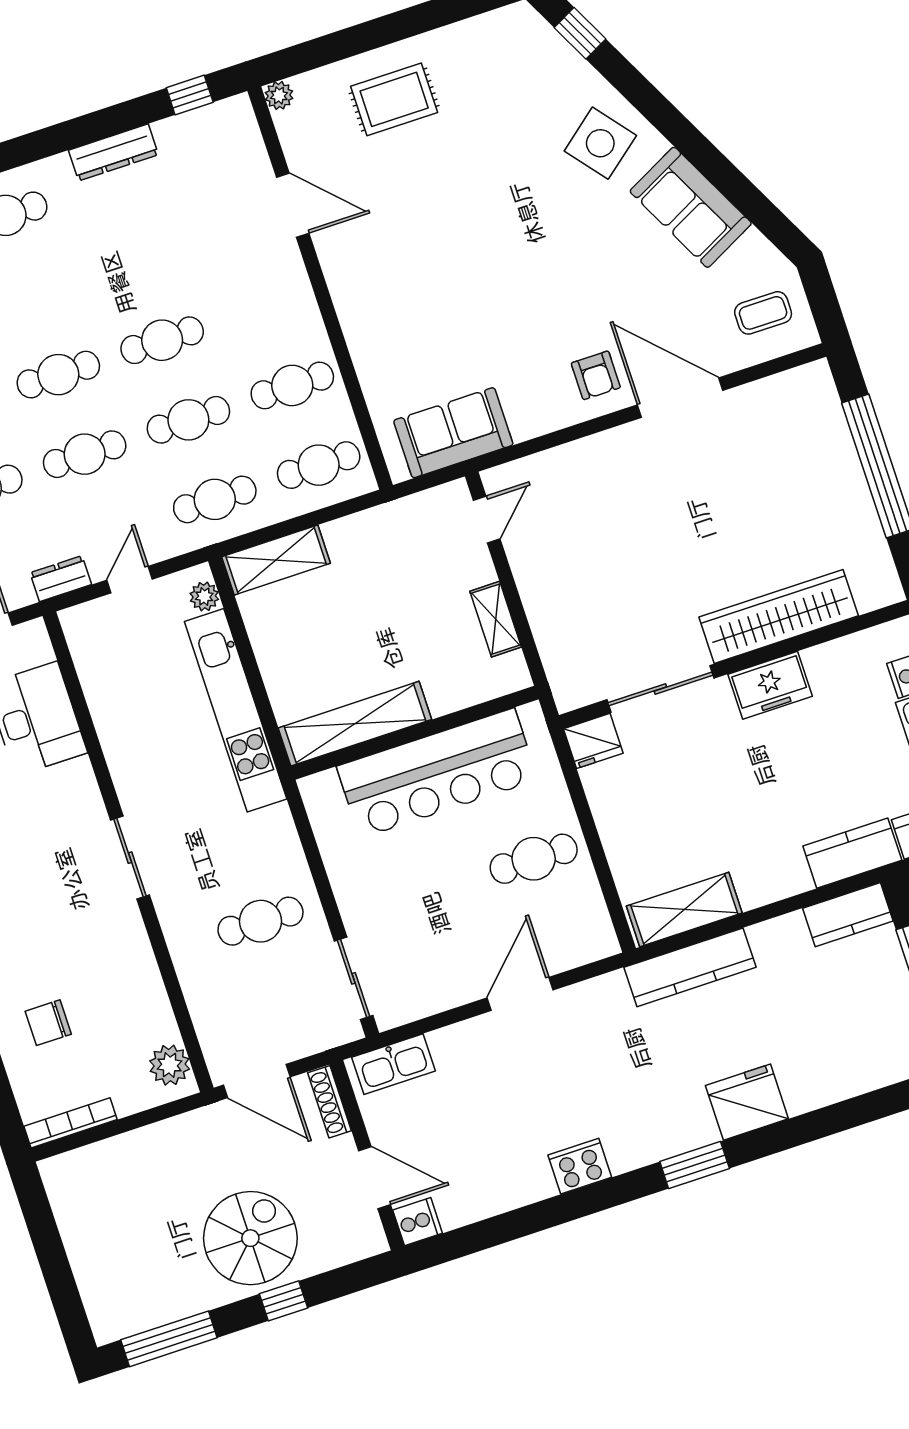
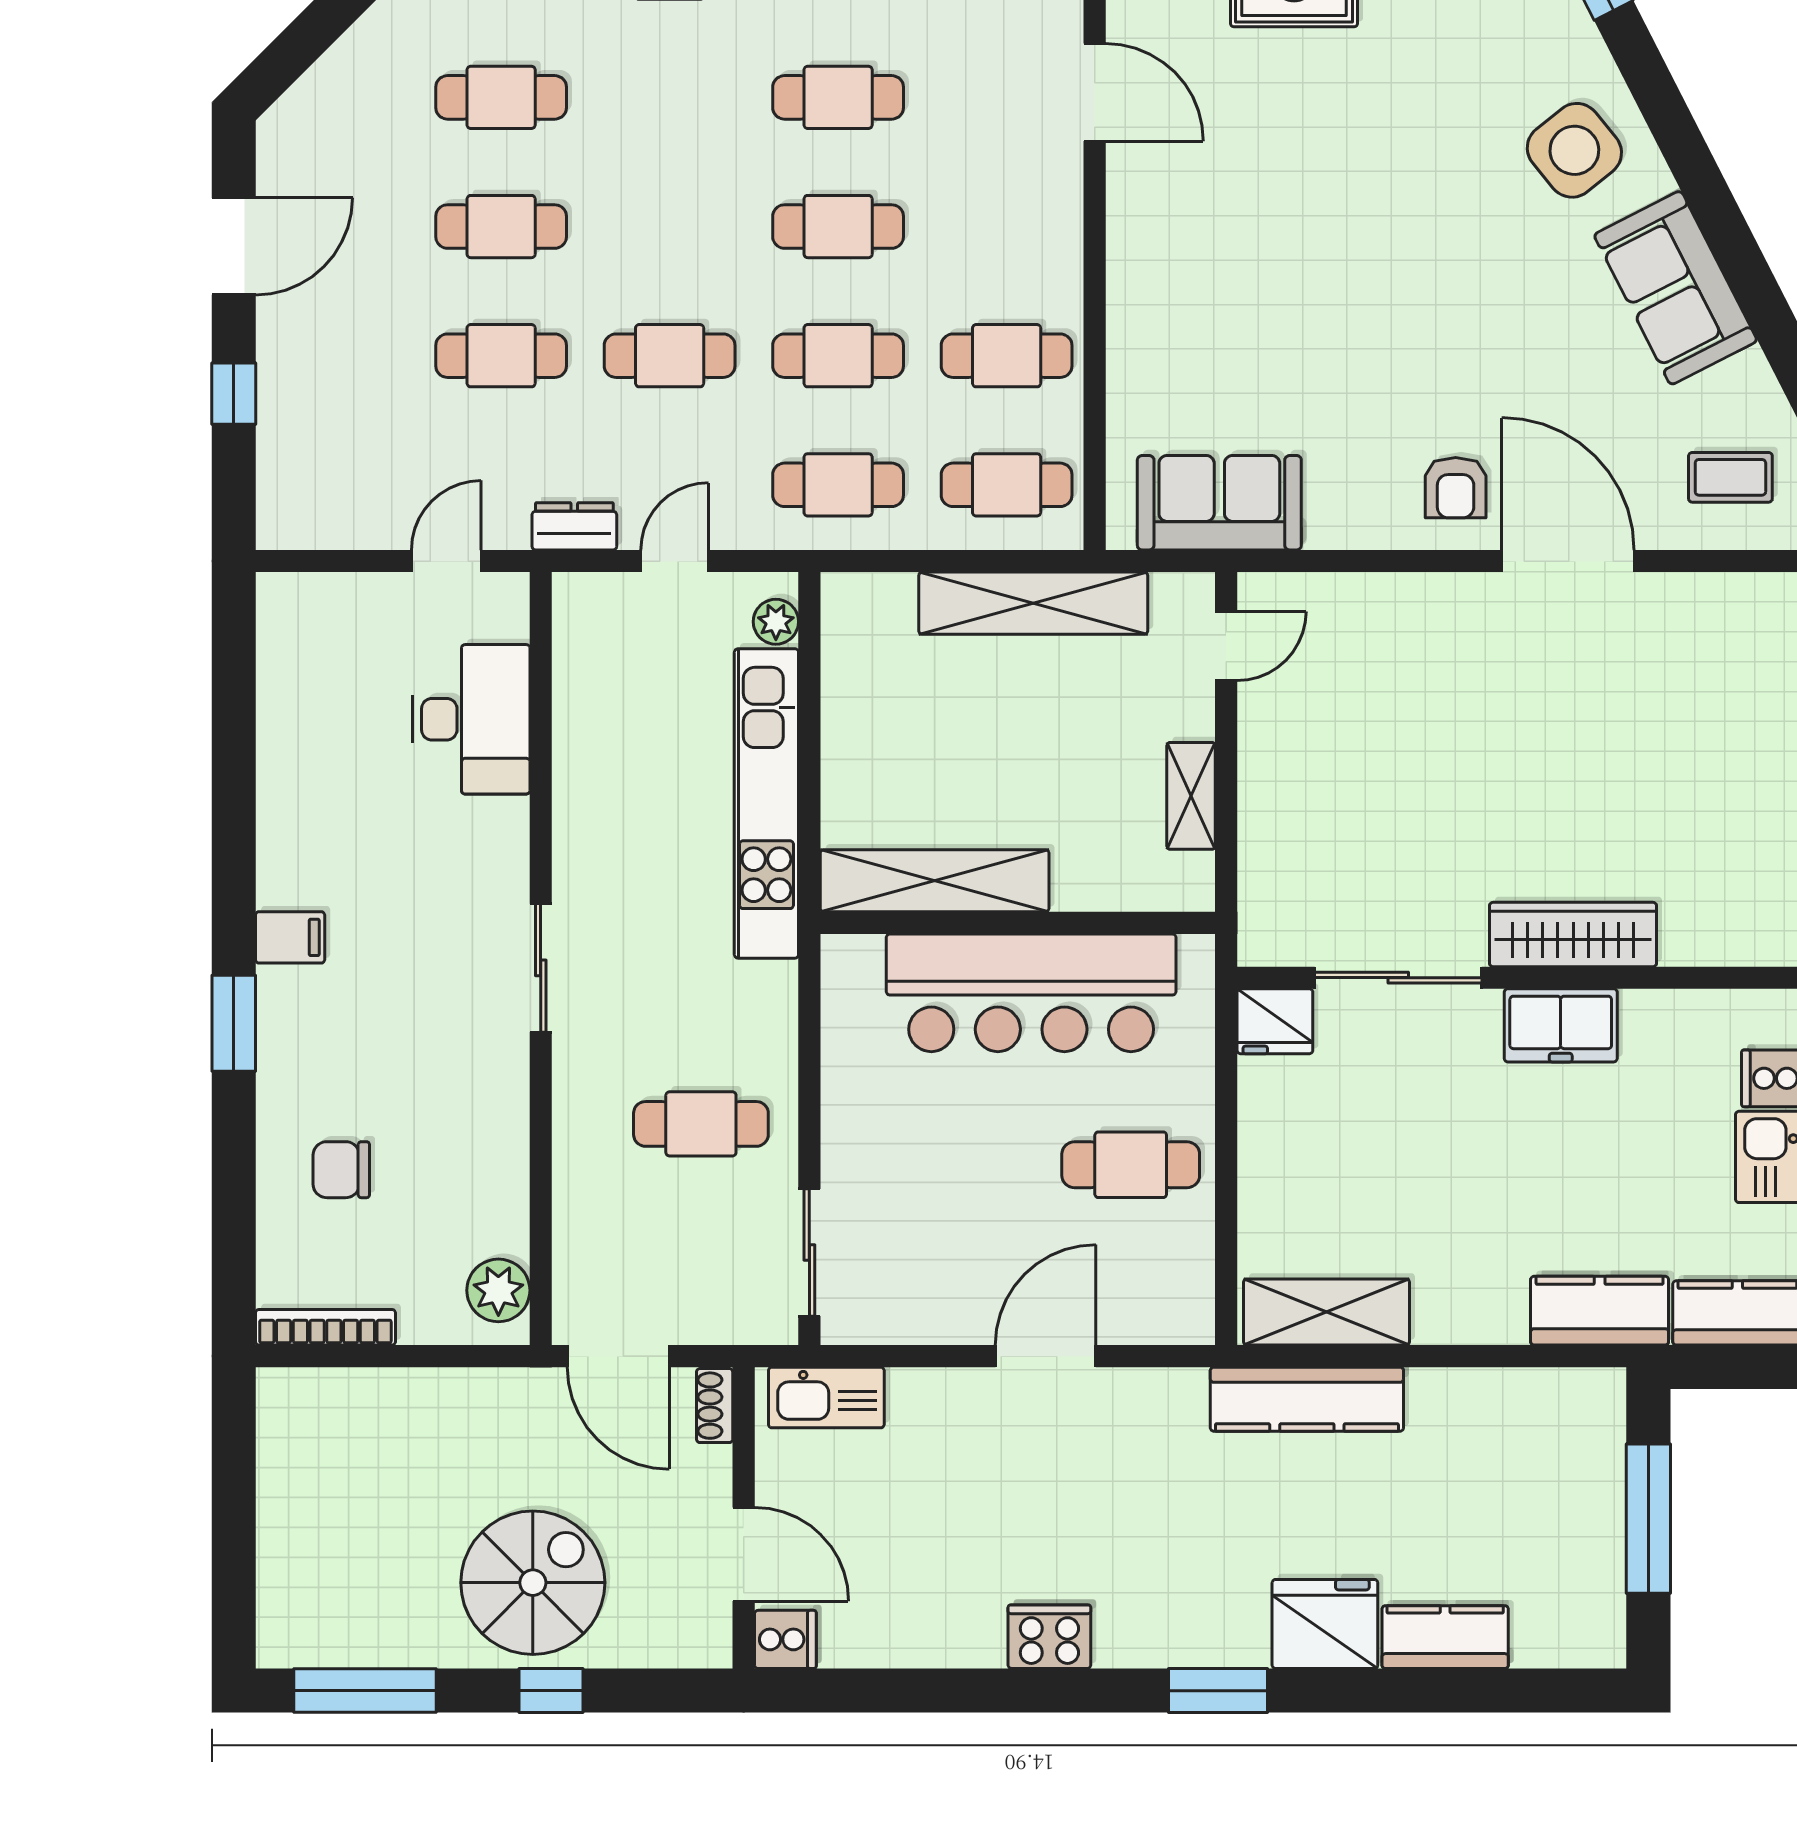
cafe table: (58, 375) -> (838, 97), moved
shelving: (276, 560) -> (1033, 603), moved, width x1.47
wardrobe: (779, 616) -> (1573, 934), width x0.71, depth x0.85
kitchen counter: (848, 915) -> (1445, 1637), moved, turned 180
shoe rack: (330, 1102) -> (715, 1406), width x0.70

